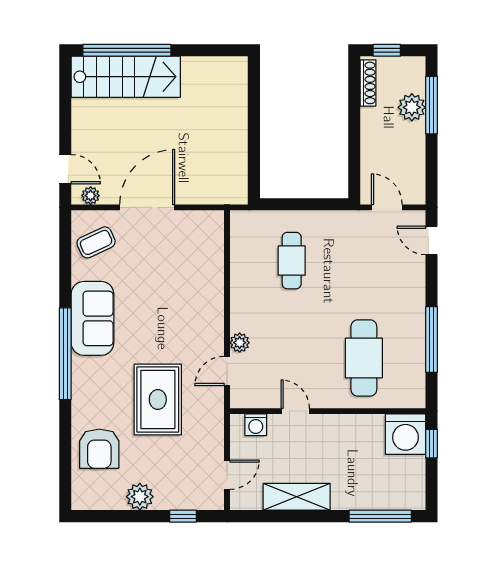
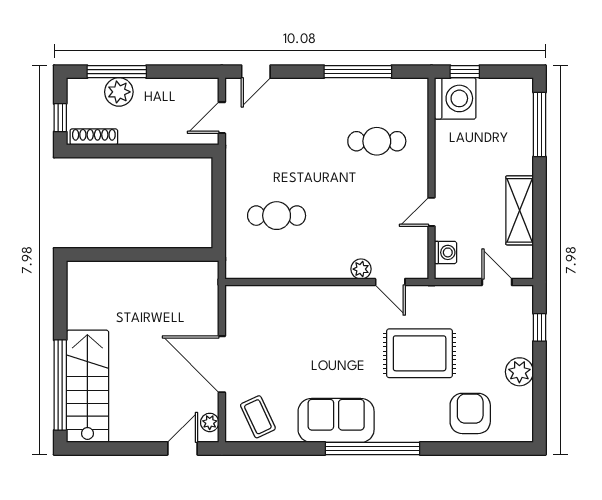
cafe table: (364, 358) -> (377, 141), width x0.73, depth x0.74
armchair: (99, 449) -> (470, 413), turned -90

